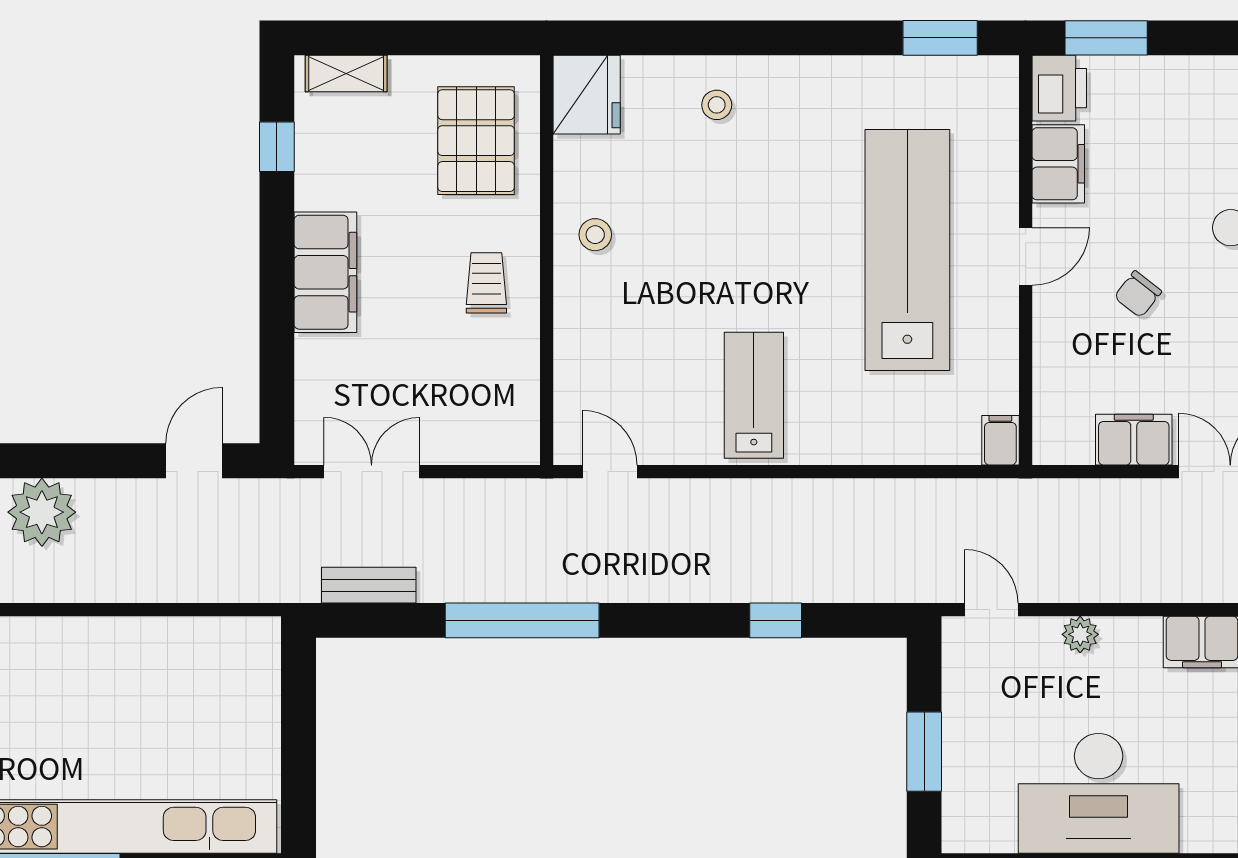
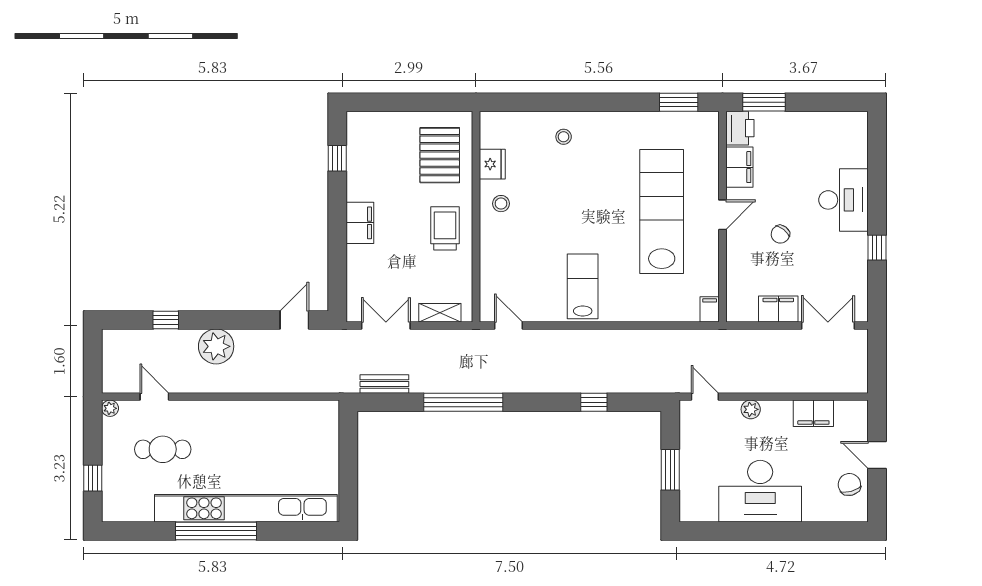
shelving: (346, 74) -> (440, 313), moved
fridge: (587, 95) -> (492, 164), moved, width x0.73, depth x0.75
filing cabinet: (325, 272) -> (360, 223), width x0.67, depth x0.86
trolley: (486, 283) -> (445, 228), width x1.36, depth x1.39

